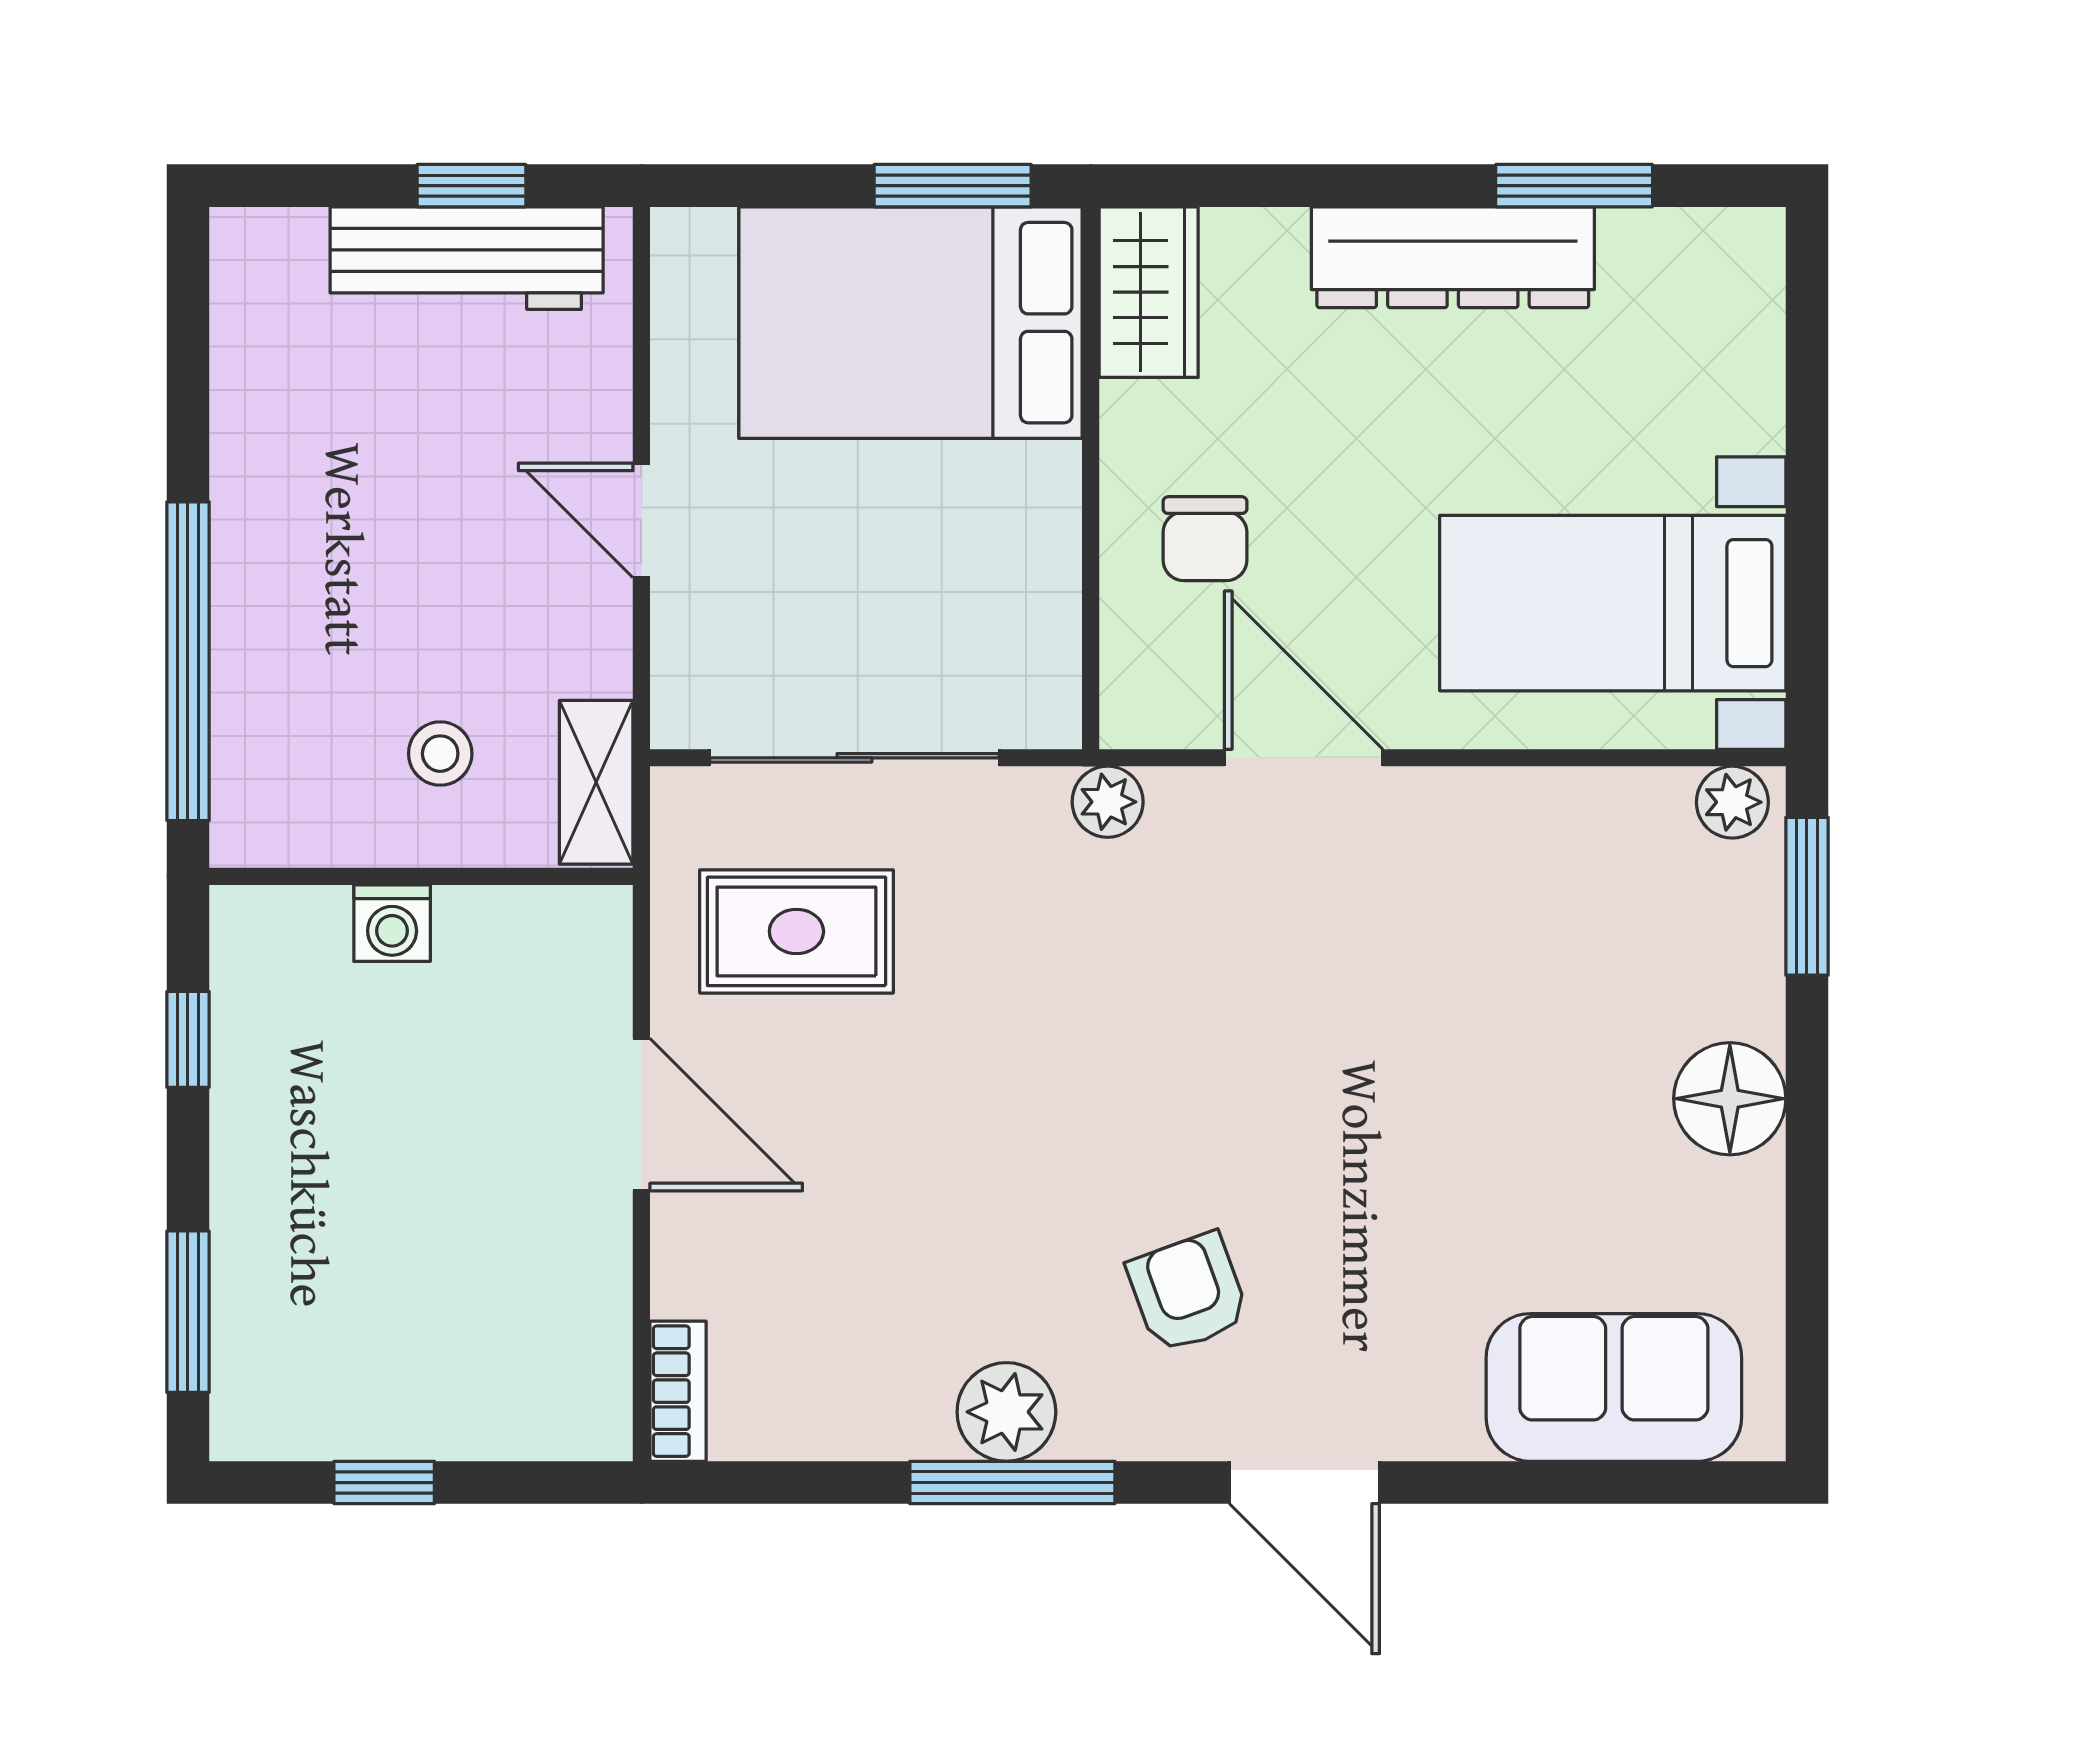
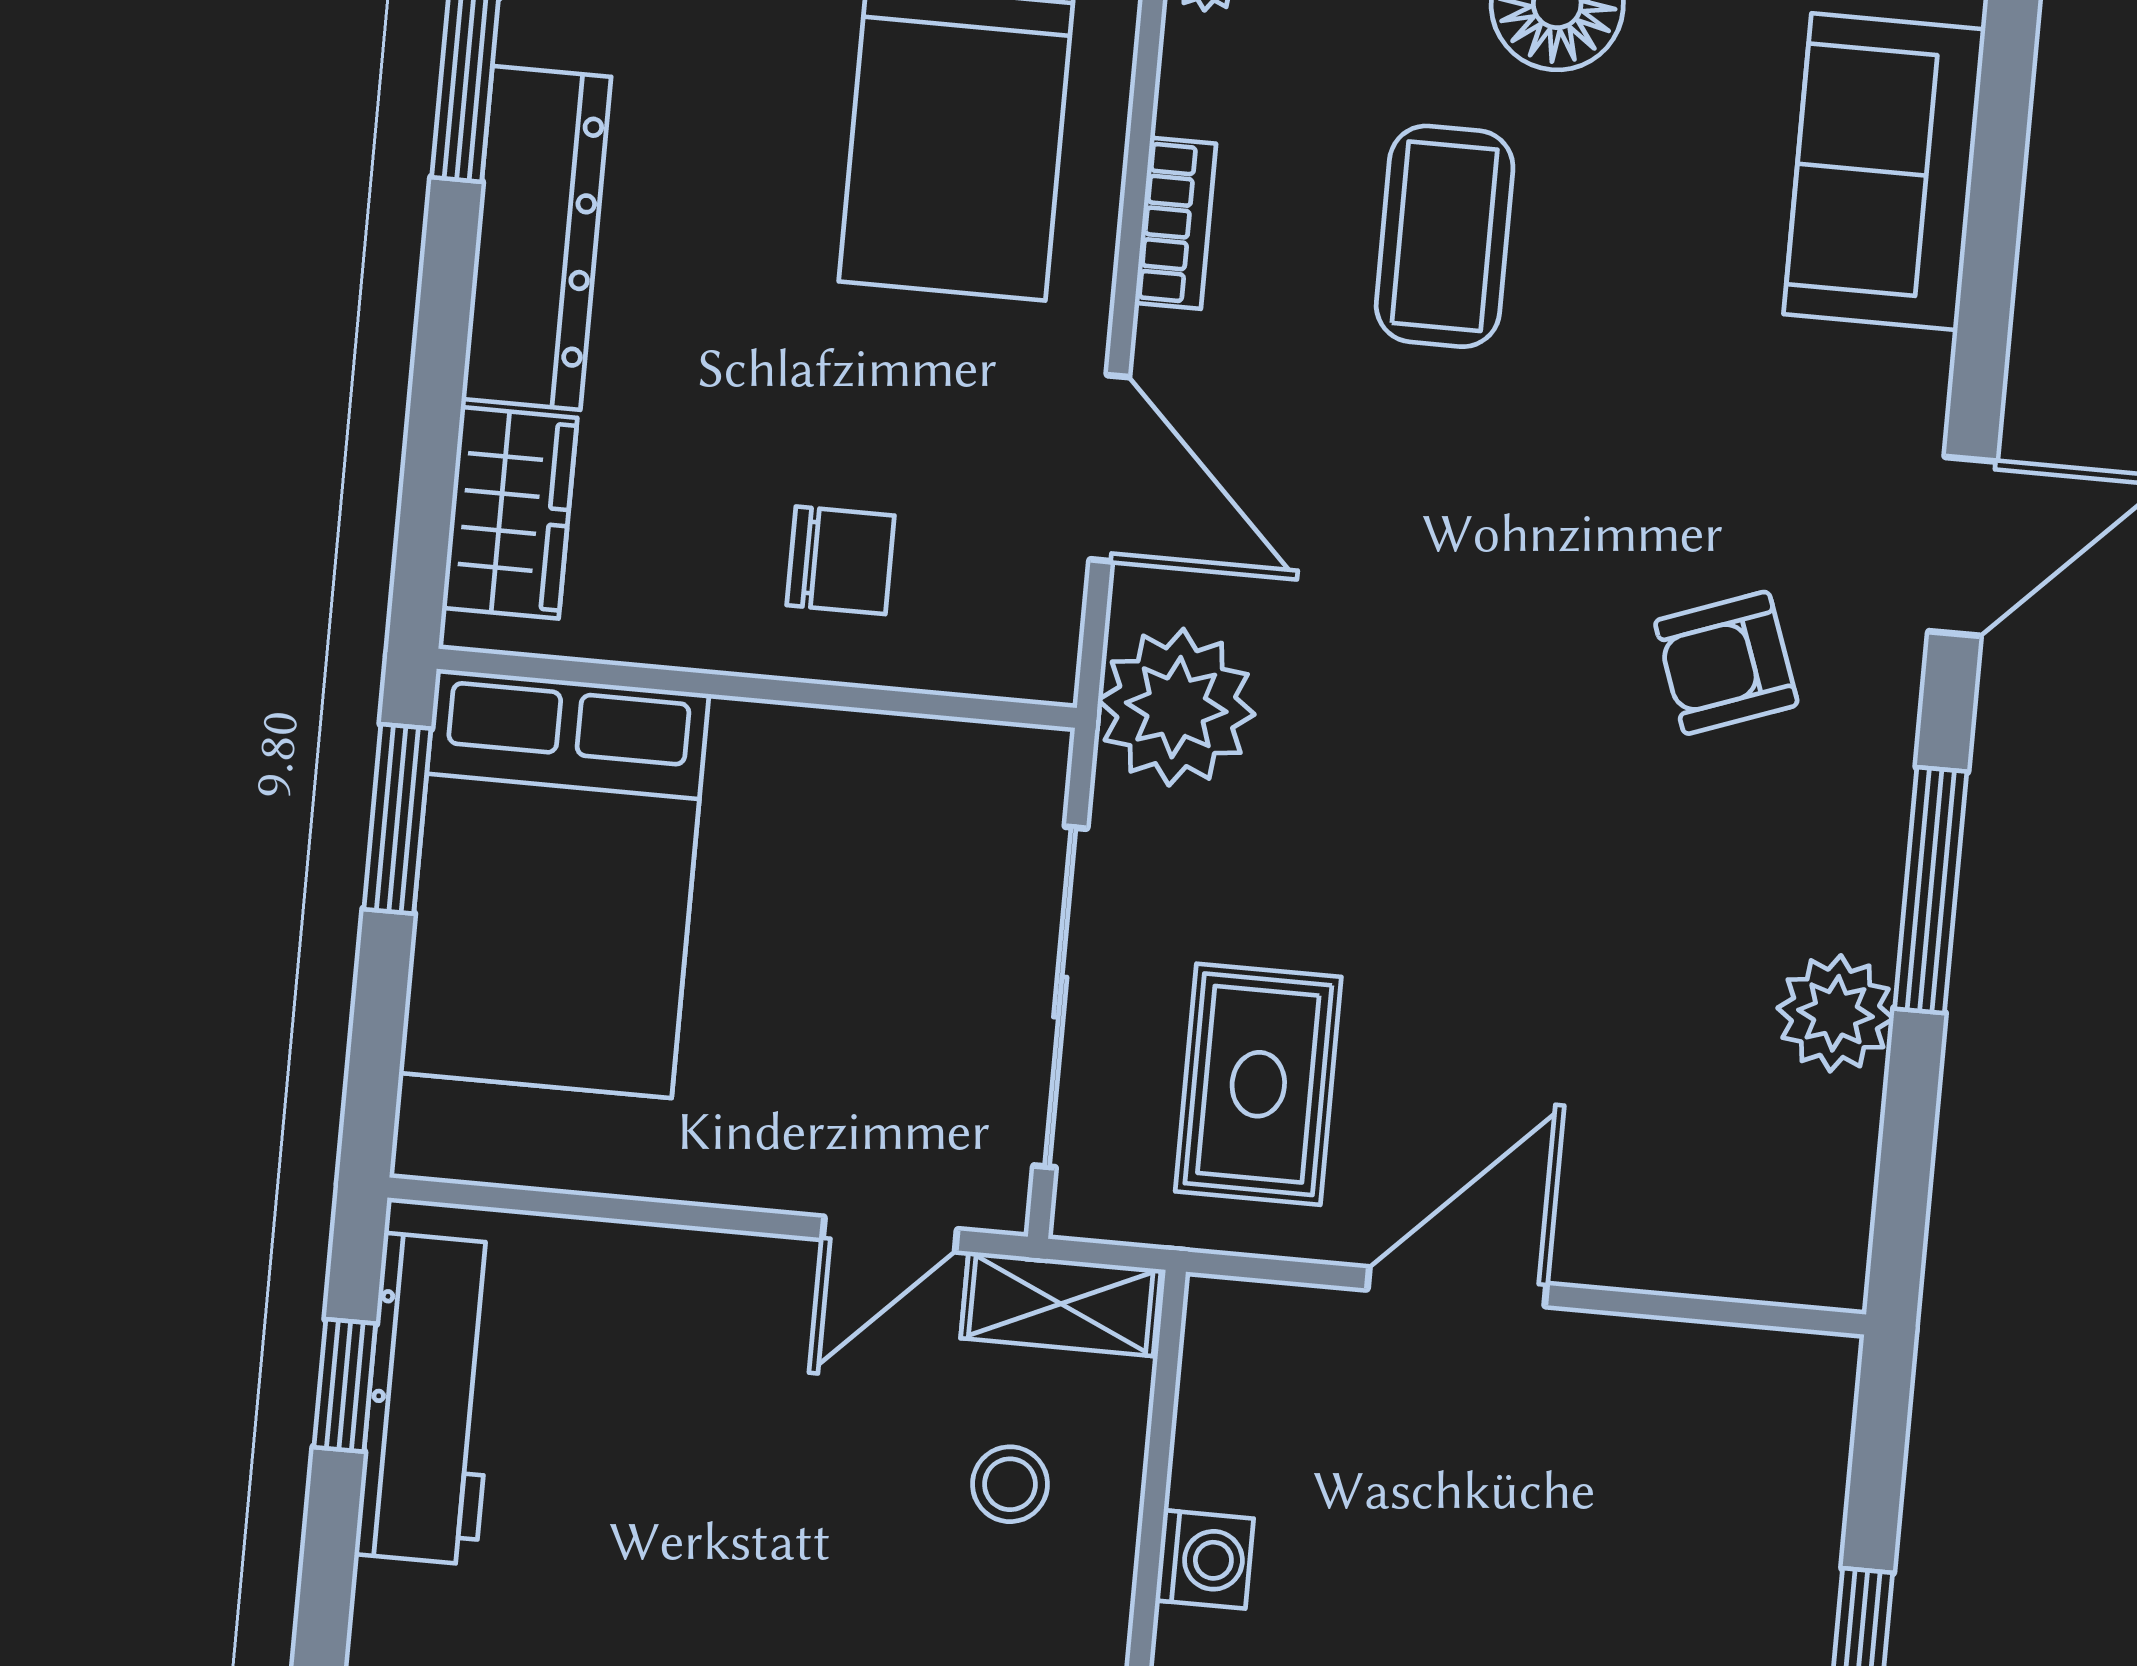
wardrobe: (1149, 292) -> (510, 513), moved, turned 90
door: (641, 520) -> (890, 1234), moved
door: (1304, 758) -> (1109, 468), swing flipped
plant: (1108, 802) -> (1176, 707), width x1.88, depth x1.88
coffee table: (1525, 1022) -> (1445, 236), added
bookcase: (678, 1391) -> (1175, 223), moved, turned 90
plant: (1006, 1412) -> (1836, 1013), moved

